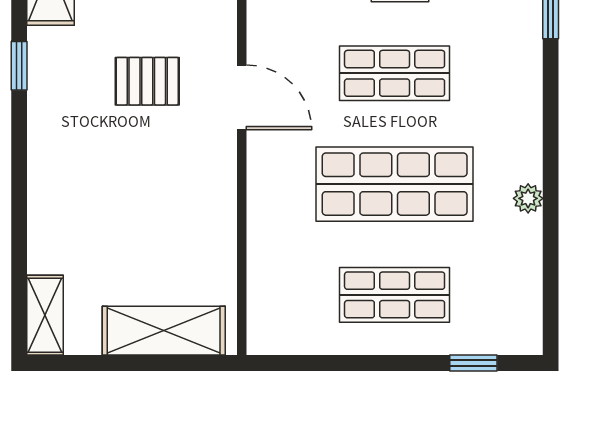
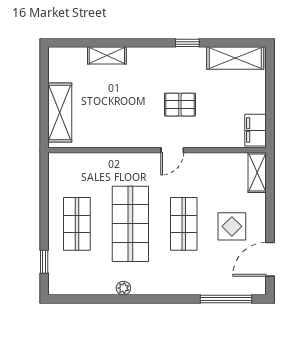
pallet: (147, 81) -> (180, 105), turned 90
door: (242, 97) -> (172, 150), width x0.73
shelving: (45, 315) -> (107, 55), moved

